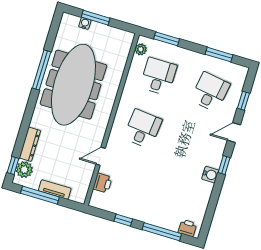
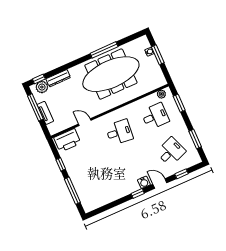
desk: (210, 92) -> (171, 152), turned -30
water cooler: (210, 175) -> (144, 182), moved
printer: (102, 183) -> (67, 140), width x1.87, depth x1.48
printer: (187, 228) -> (86, 203), removed

